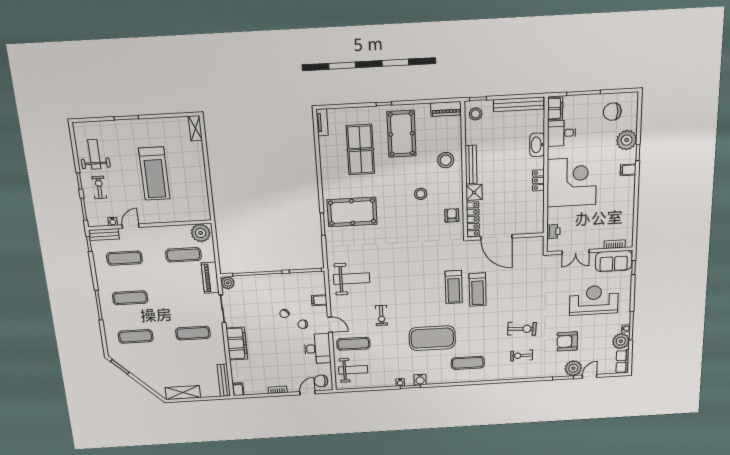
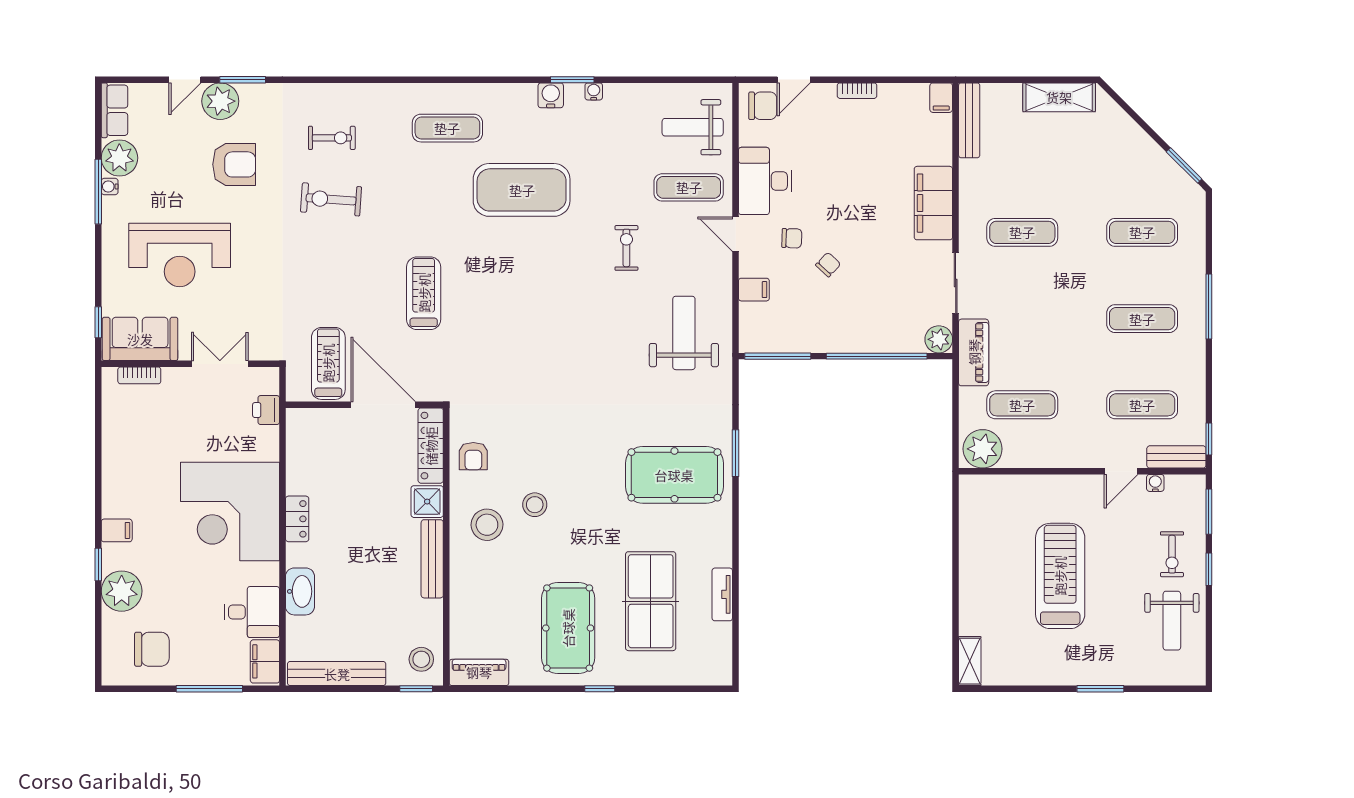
tv unit: (322, 122) -> (722, 594), moved
stool: (446, 160) -> (487, 525), moved
weight bench: (352, 279) -> (684, 333), turned 90
treadmill: (454, 287) -> (328, 363), moved

